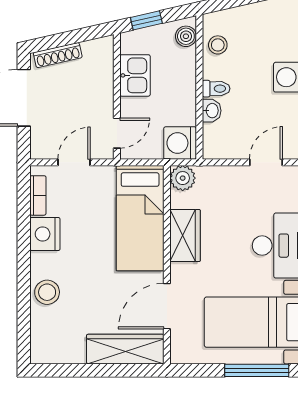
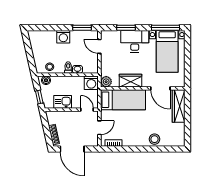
door: (74, 162) -> (99, 128), swing flipped
nightstand: (45, 234) -> (130, 140), removed
window: (257, 370) -> (188, 50), removed

